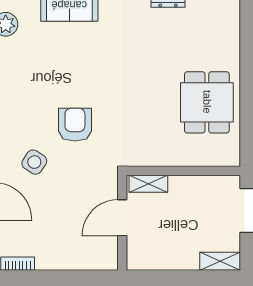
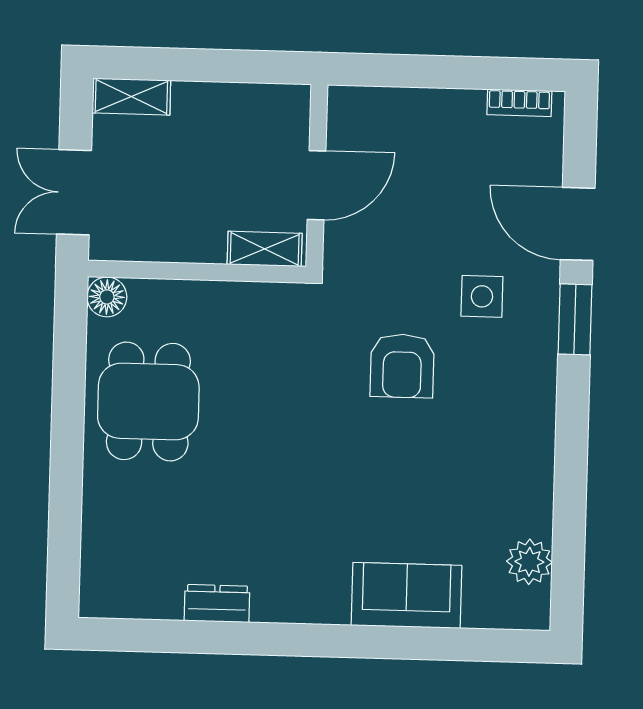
floor lamp: (230, 156) -> (107, 297), added
side table: (34, 162) -> (482, 296), turned -33

